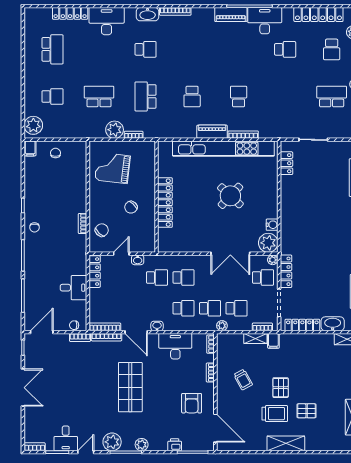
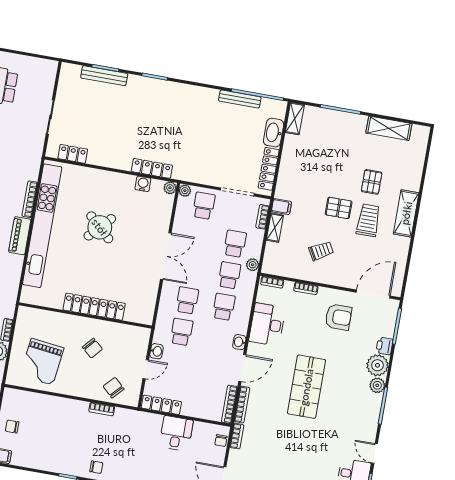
plant: (268, 243) -> (170, 188), width x0.53, depth x0.53
door: (121, 254) -> (146, 369), swing flipped
double door: (230, 254) -> (166, 256), moved
locker: (286, 271) -> (152, 168), moved
shop shelf: (130, 387) -> (306, 387), turned 90
plant: (112, 442) -> (377, 365), moved

